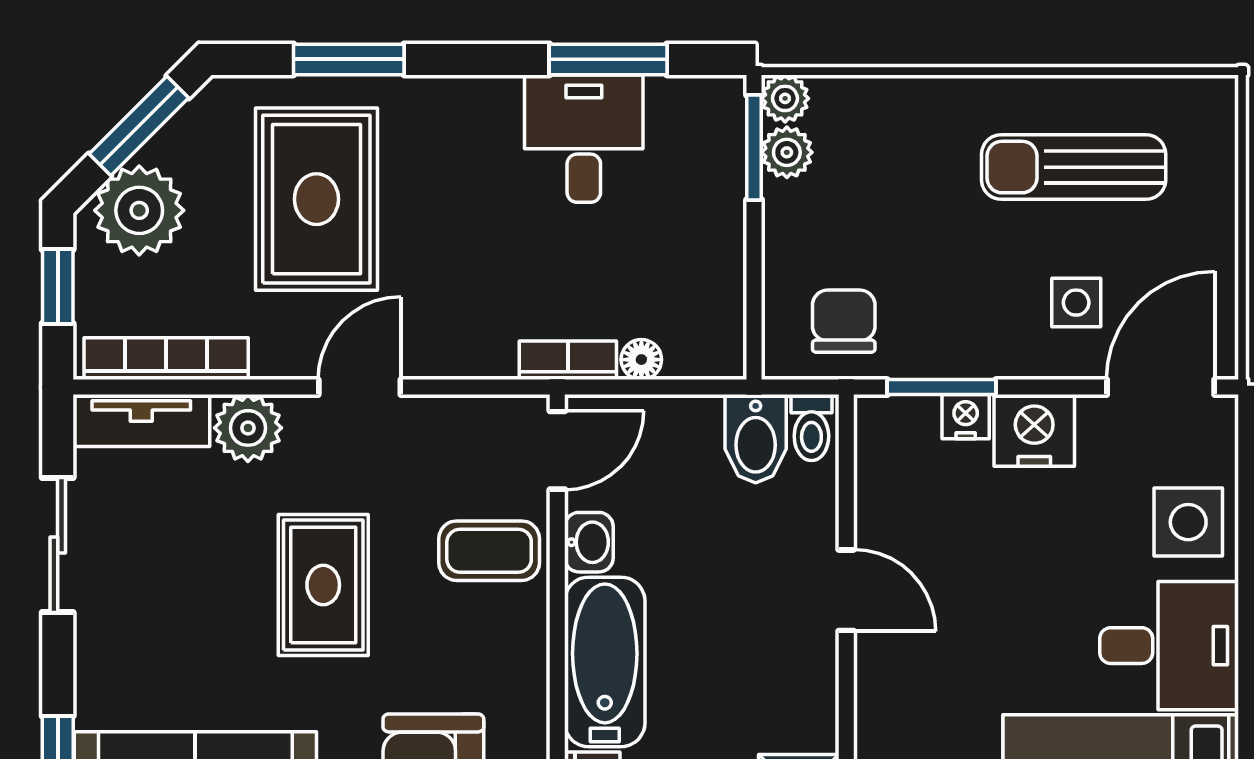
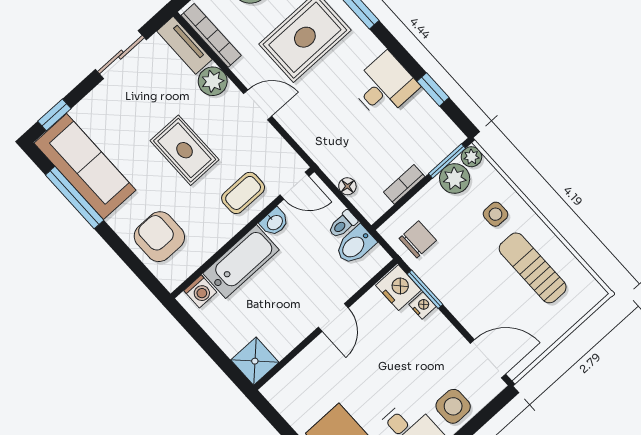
window: (608, 59) -> (433, 89), width x0.67
desk: (584, 139) -> (384, 86), moved
plant: (787, 152) -> (455, 179), width x1.38, depth x1.38
side table: (1076, 303) -> (495, 214), moved
bookcase: (568, 360) -> (404, 184), moved, turned -90
toilet: (811, 428) -> (343, 224), moved
nightstand: (1034, 430) -> (398, 288), moved
coffee table: (489, 551) -> (243, 193), turned 90
rug: (323, 585) -> (185, 150), turned 90

